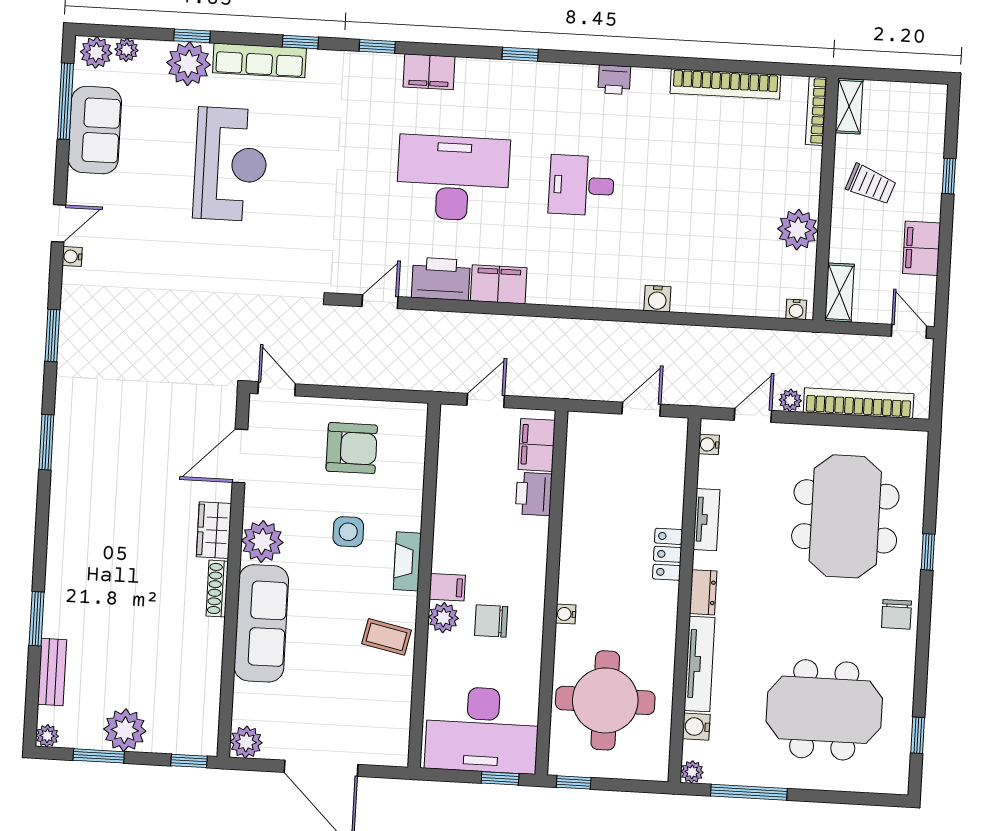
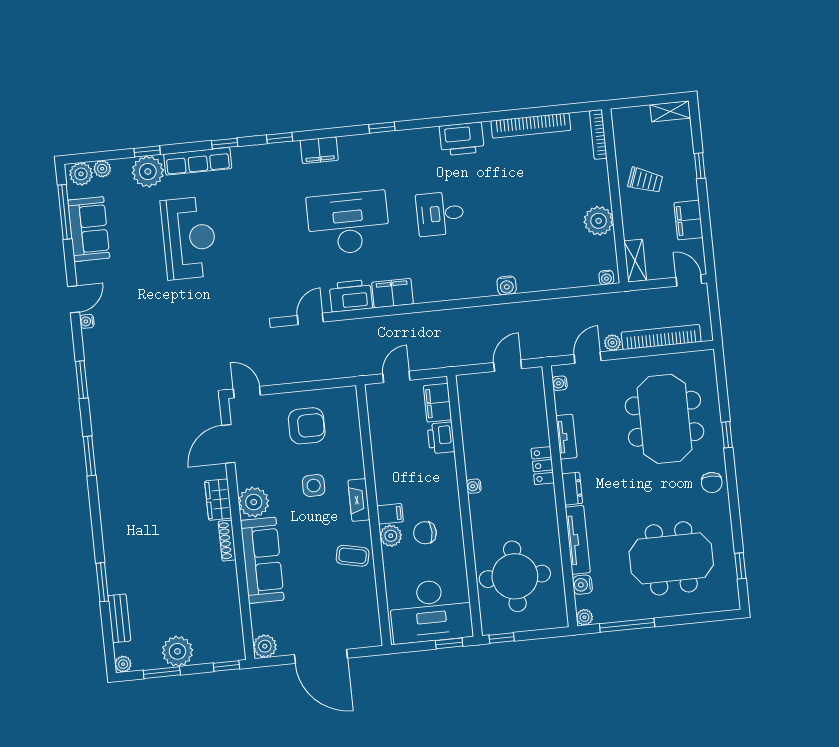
printer: (614, 80) -> (462, 139), width x1.87, depth x1.48
shelving: (849, 106) -> (670, 111), moved, turned 90
water cooler: (566, 614) -> (474, 486), moved

